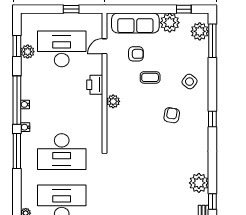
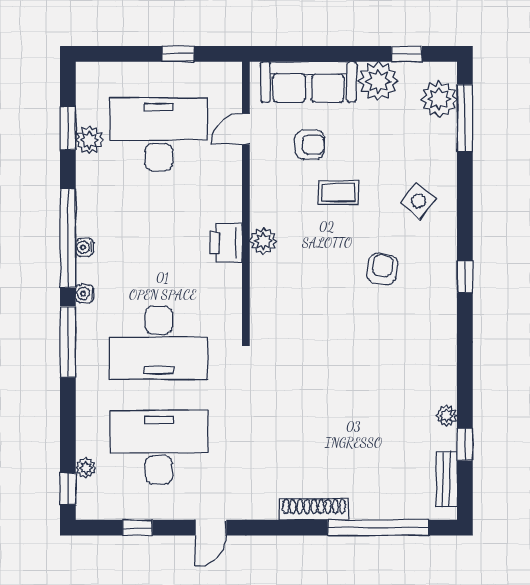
printer: (95, 85) -> (226, 243), moved
plant: (199, 183) -> (447, 416), width x0.53, depth x0.53

